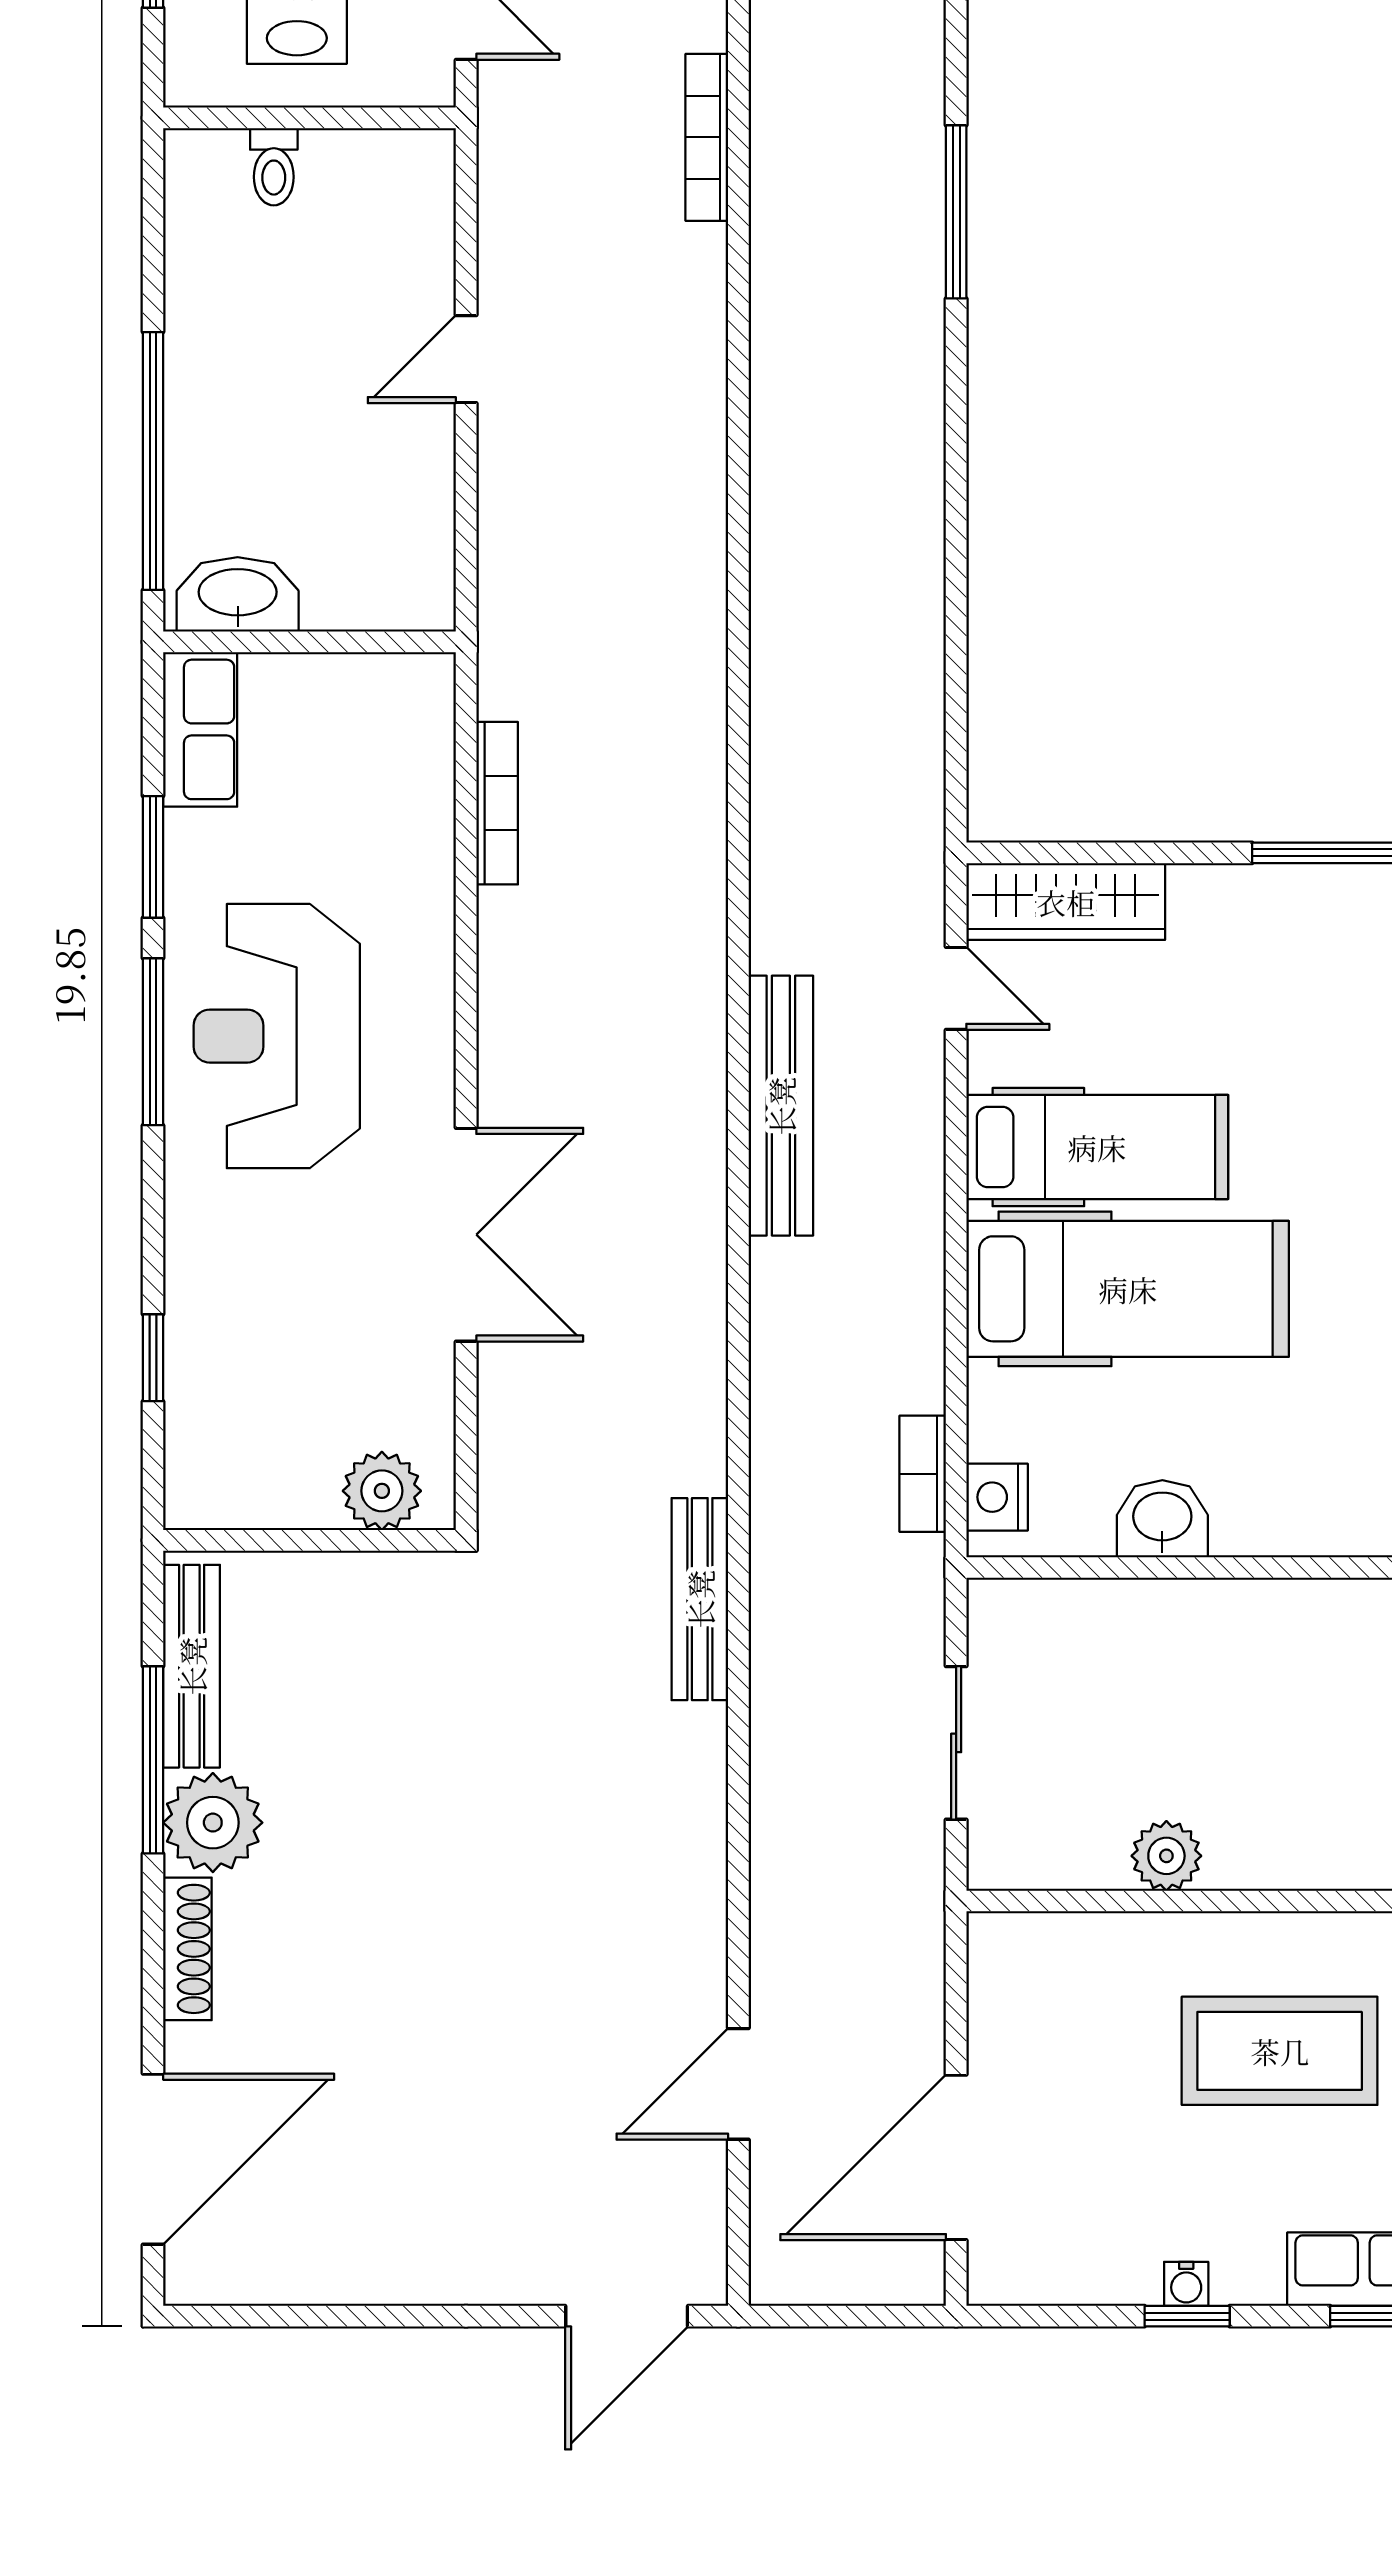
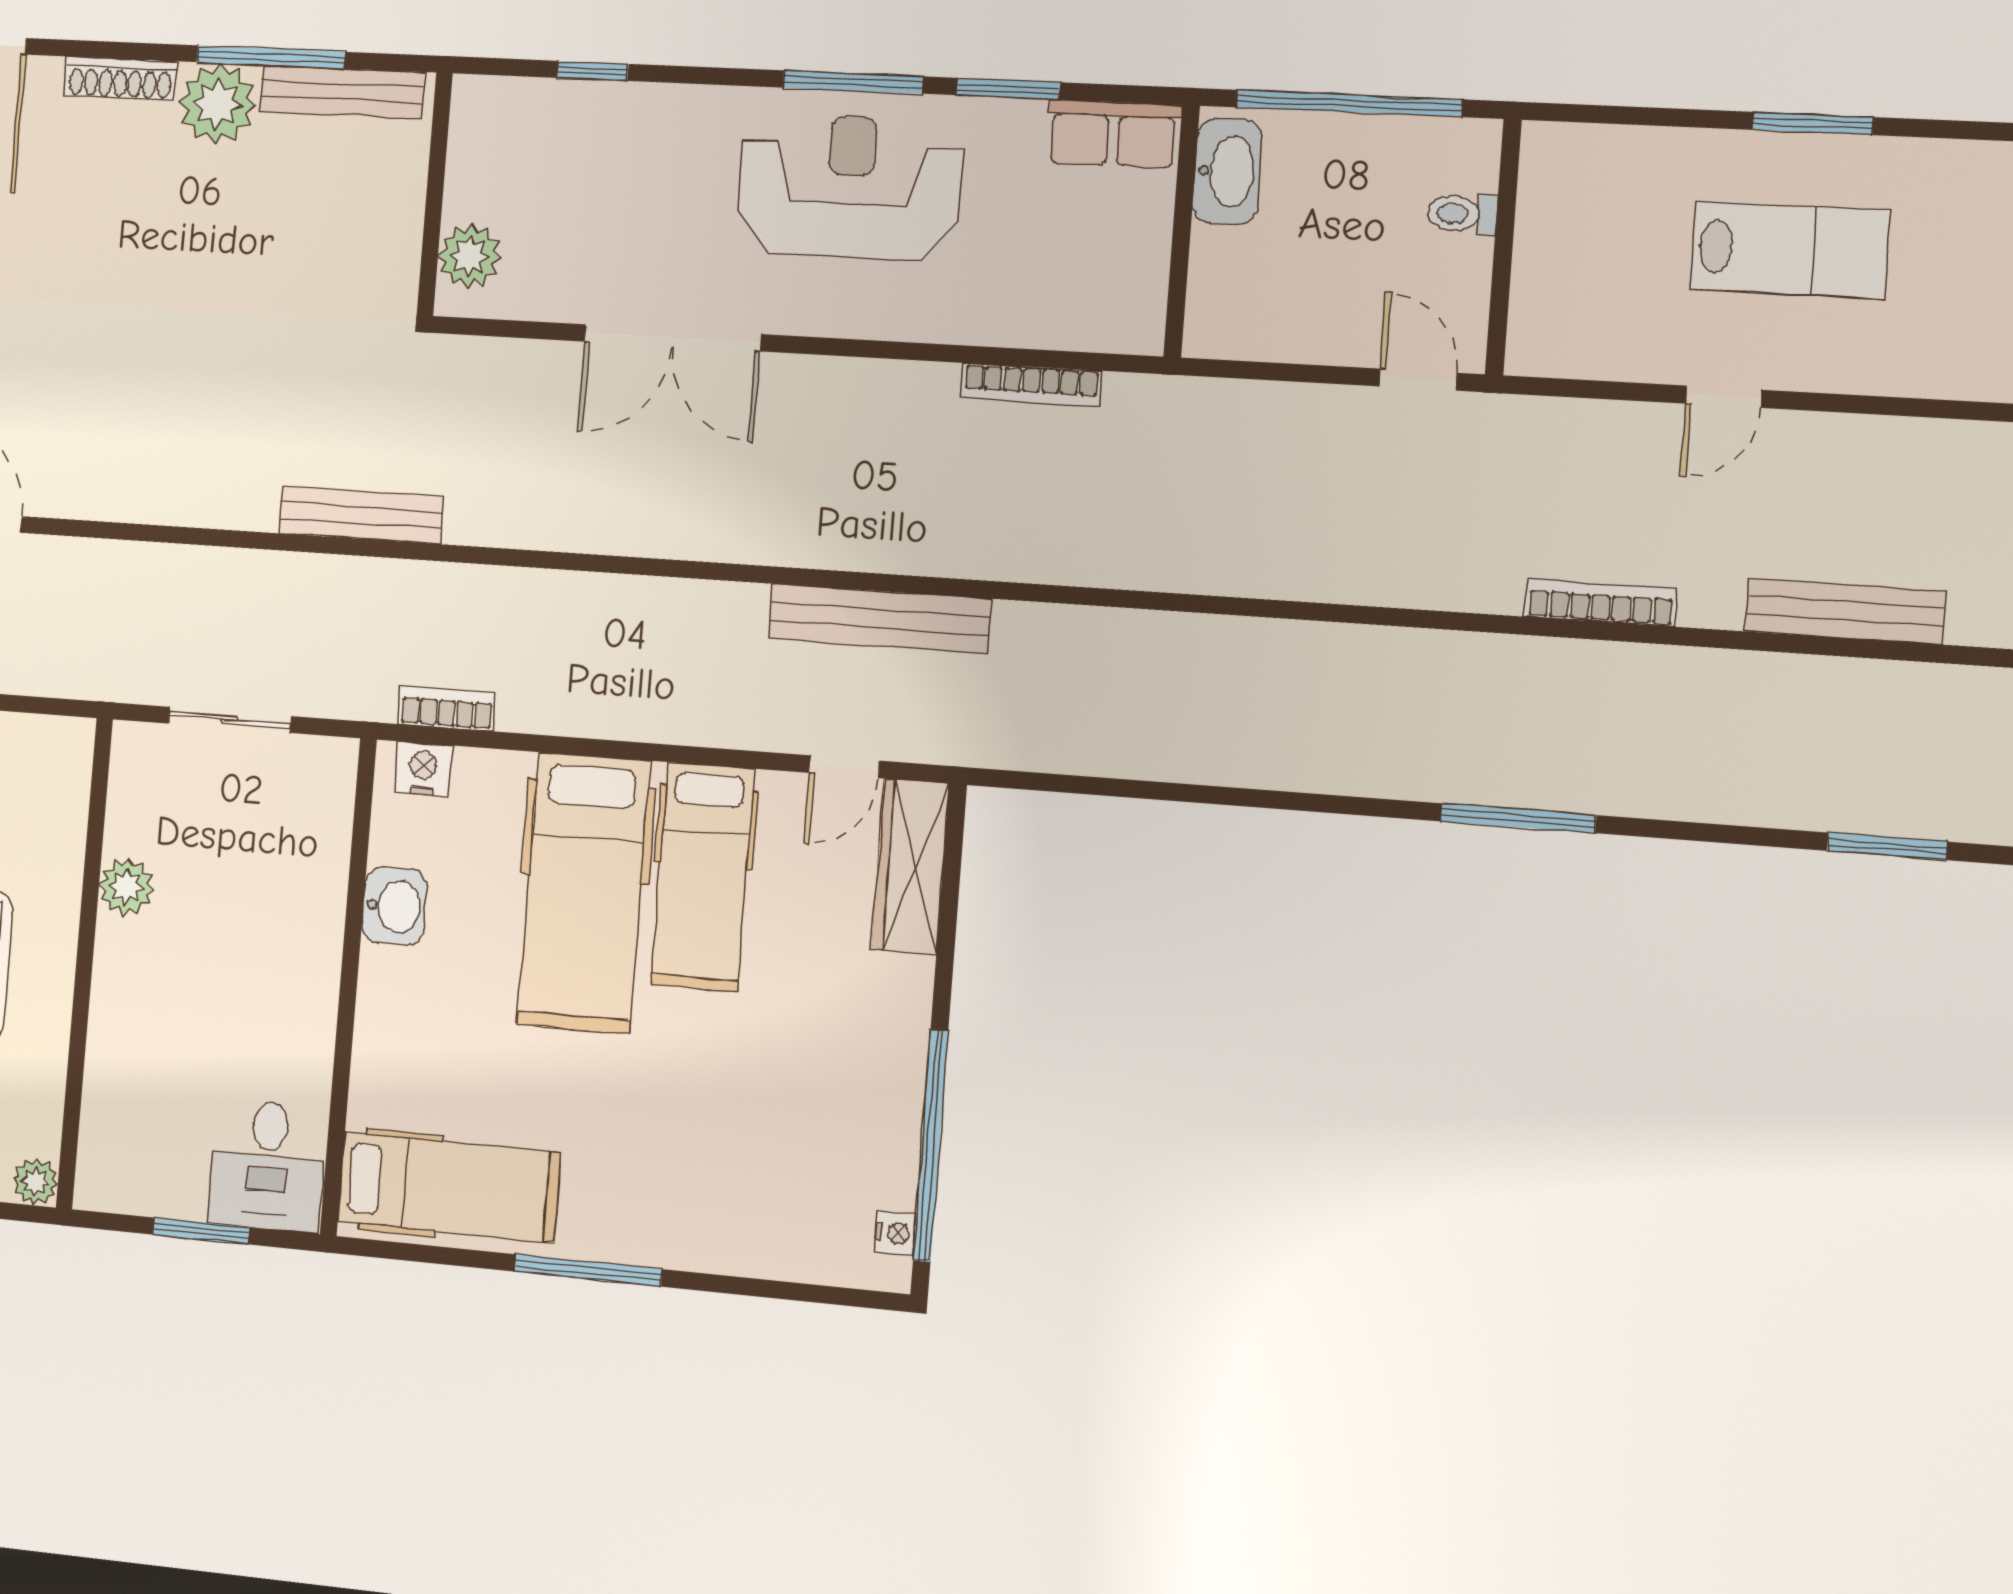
wall: (310, 118) -> (1503, 247), moved
toilet: (274, 167) -> (1462, 214), moved
bench: (781, 1106) -> (879, 619), moved

